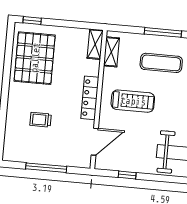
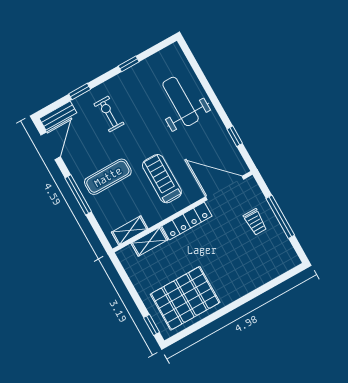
shelving: (95, 44) -> (149, 241), moved
exercise mat: (161, 63) -> (108, 177), turned 90
trolley: (41, 120) -> (255, 222), moved
door: (95, 142) -> (225, 188), width x1.36

